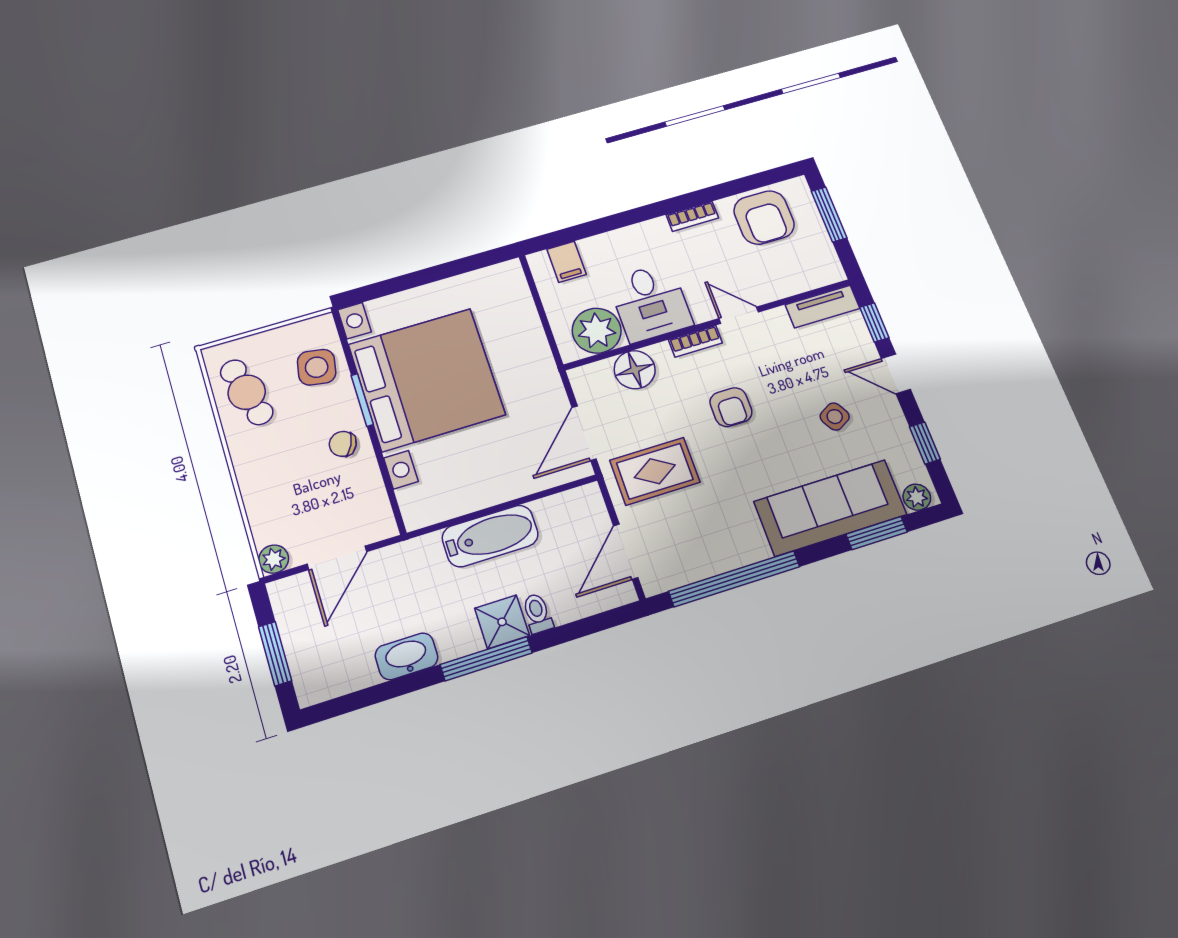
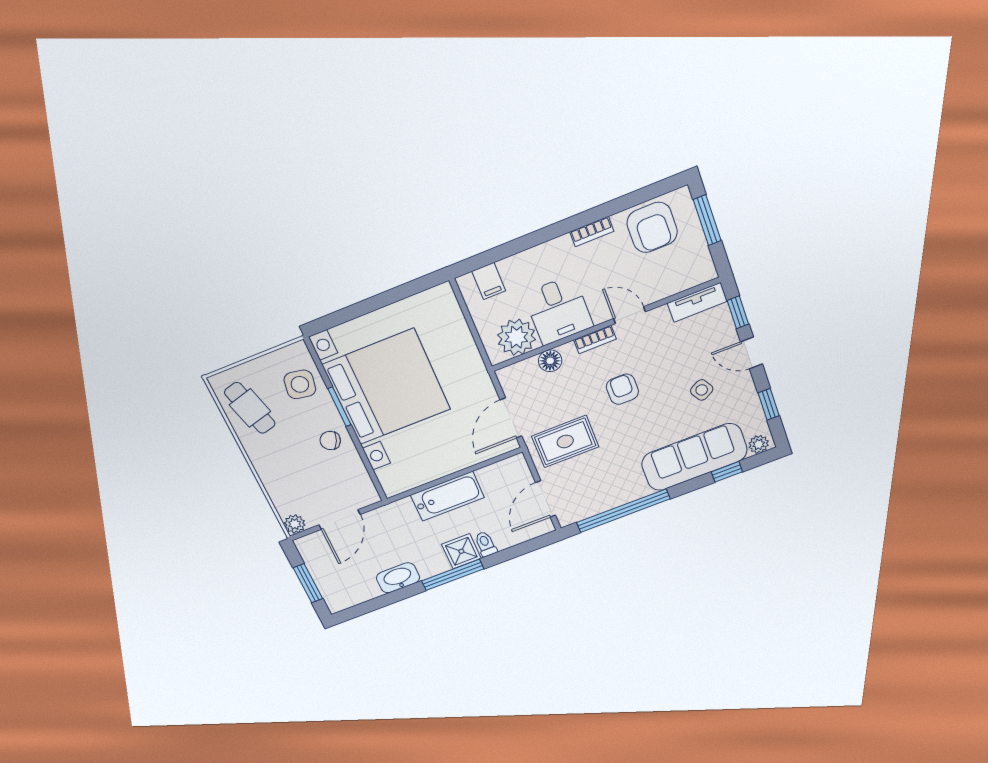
floor lamp: (635, 370) -> (550, 361), width x0.73, depth x0.73
armchair: (731, 407) -> (622, 389), turned 180
window: (877, 533) -> (727, 472), width x0.67

